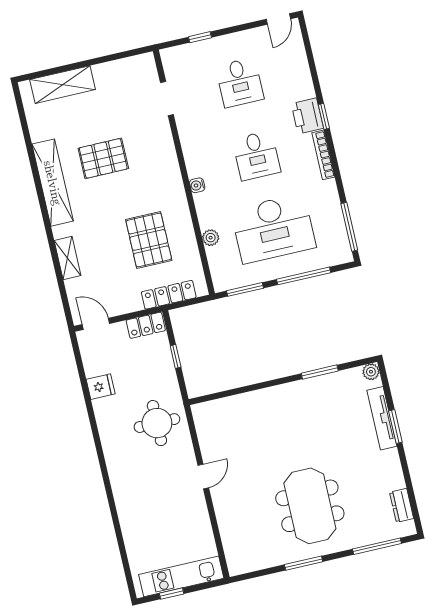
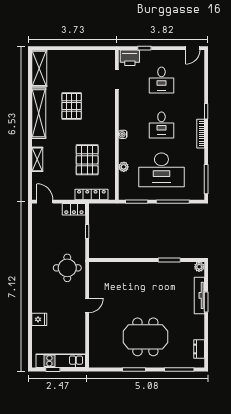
shelving: (63, 85) -> (39, 68), moved, turned 90
printer: (307, 116) -> (130, 58), moved, turned -90
pallet: (103, 158) -> (72, 106), turned 90
fridge: (101, 387) -> (39, 319), moved
meeting table: (310, 506) -> (145, 337), turned 90

